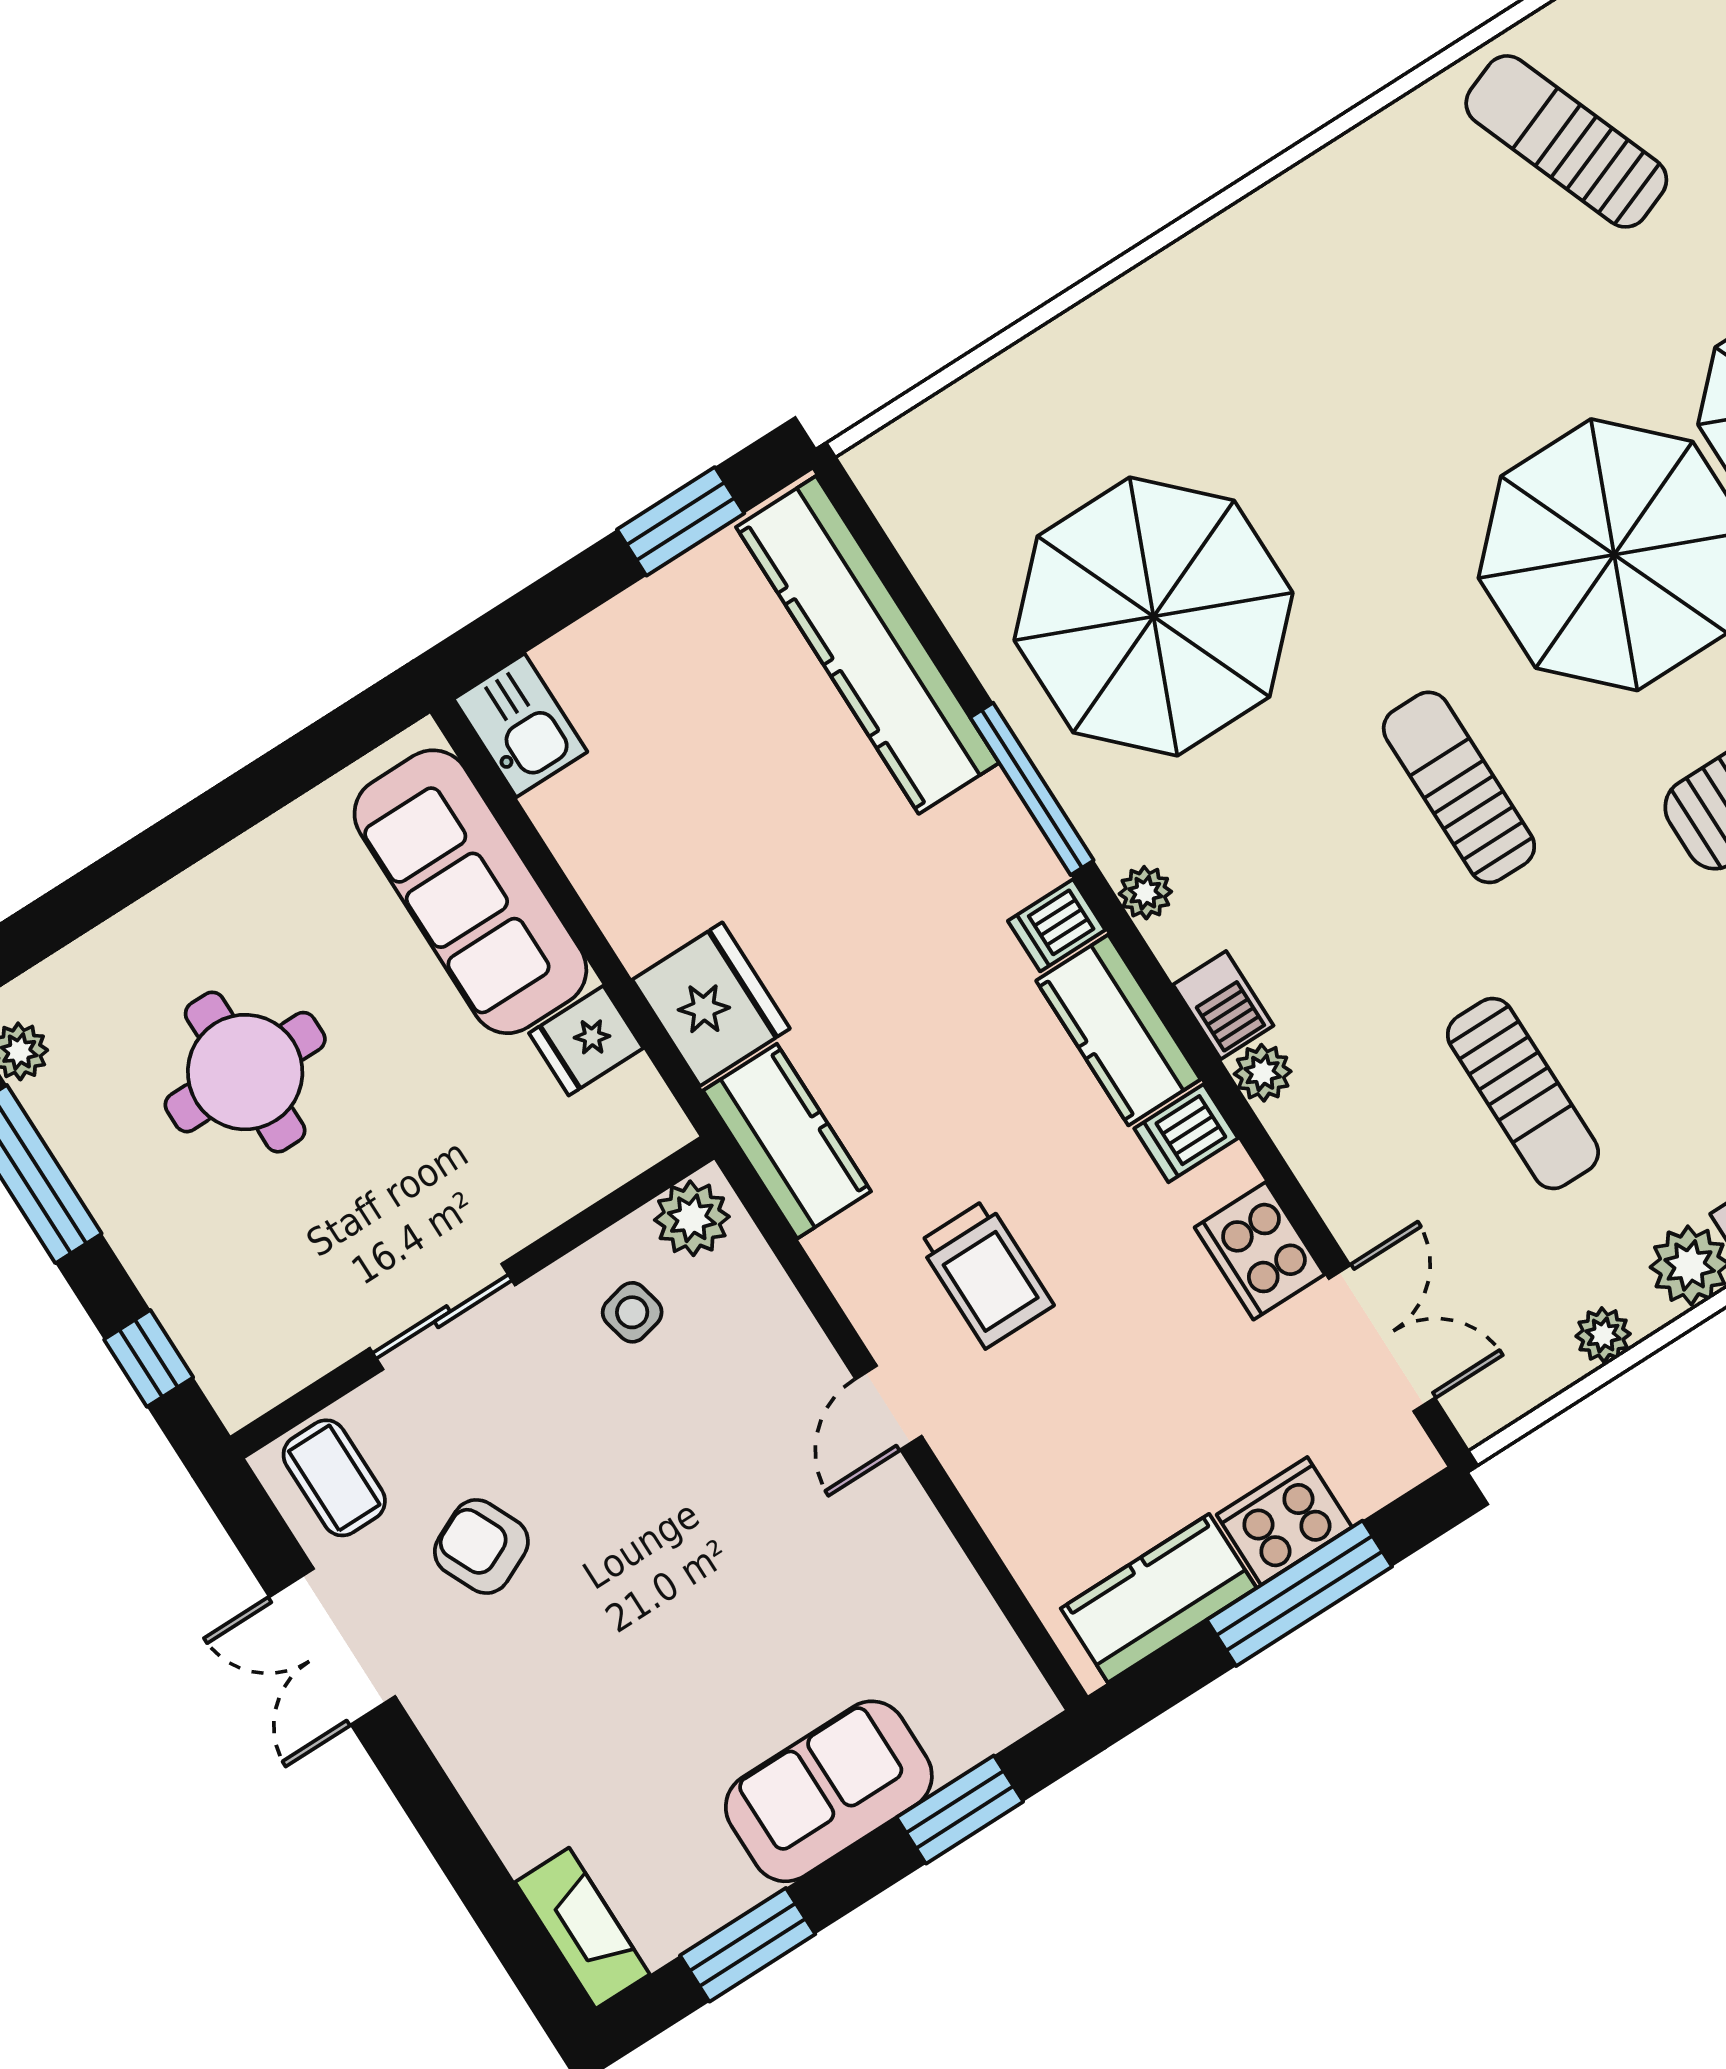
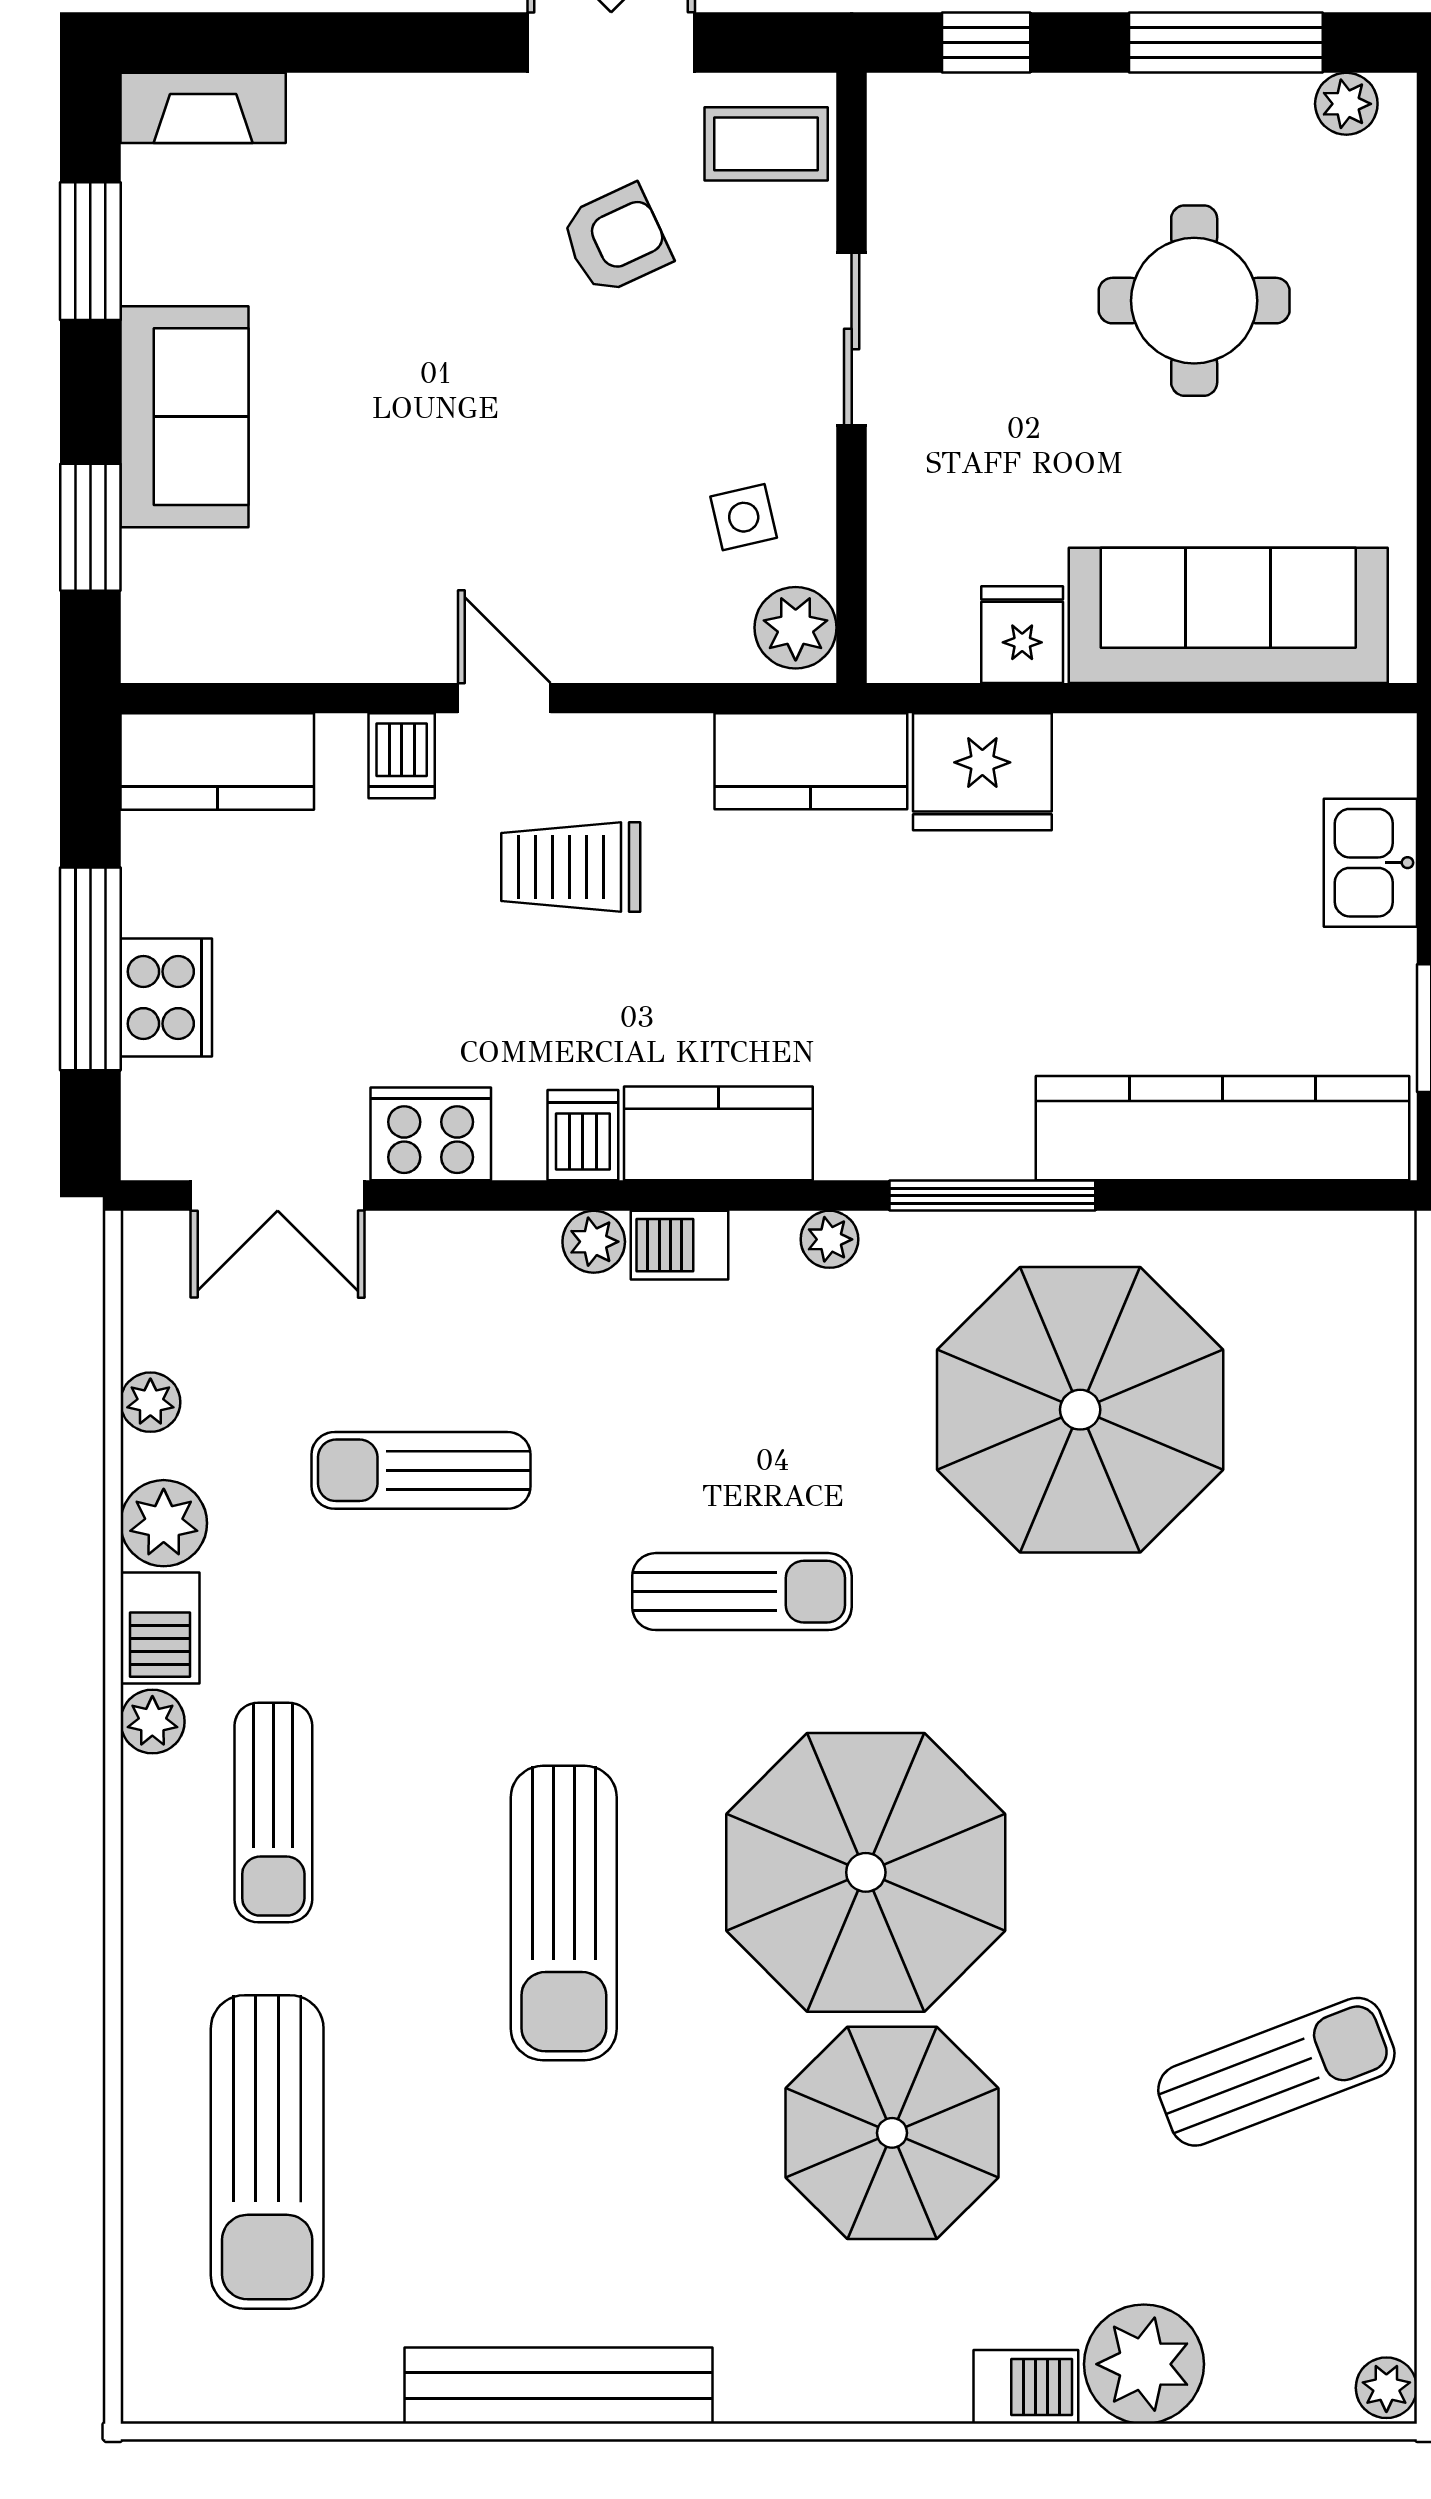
kitchen sink: (520, 725) -> (1370, 863), moved, turned 90
dishwasher: (1057, 925) -> (402, 756), moved, turned 180
kitchen counter: (1159, 1598) -> (217, 762), moved, turned 90

